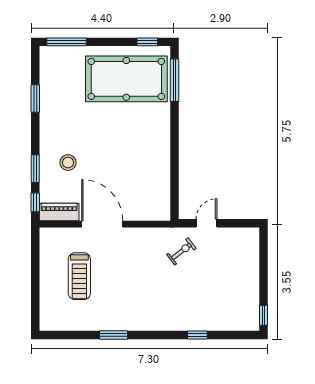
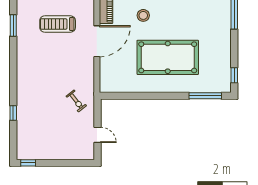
pool table: (126, 79) -> (168, 57), moved, turned 90
door: (206, 223) -> (97, 135), moved
window: (113, 335) -> (13, 26), moved

